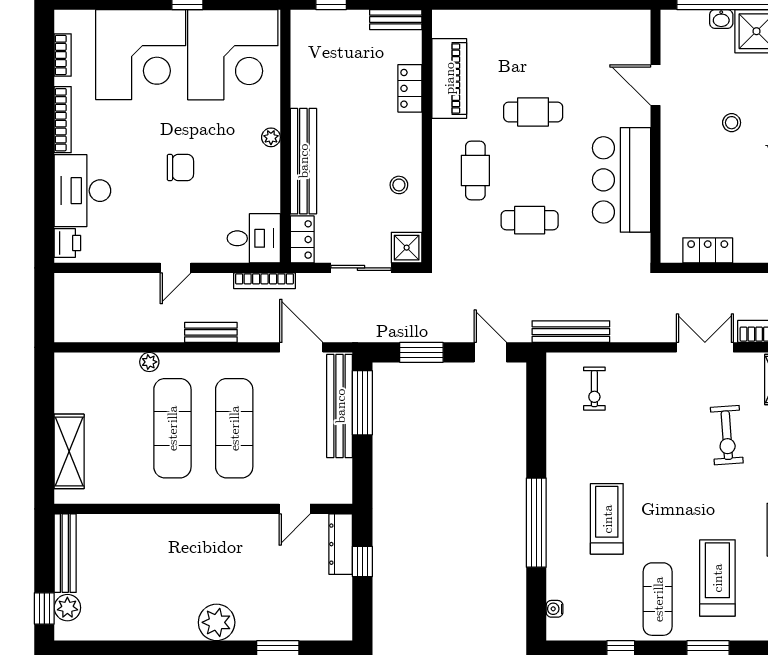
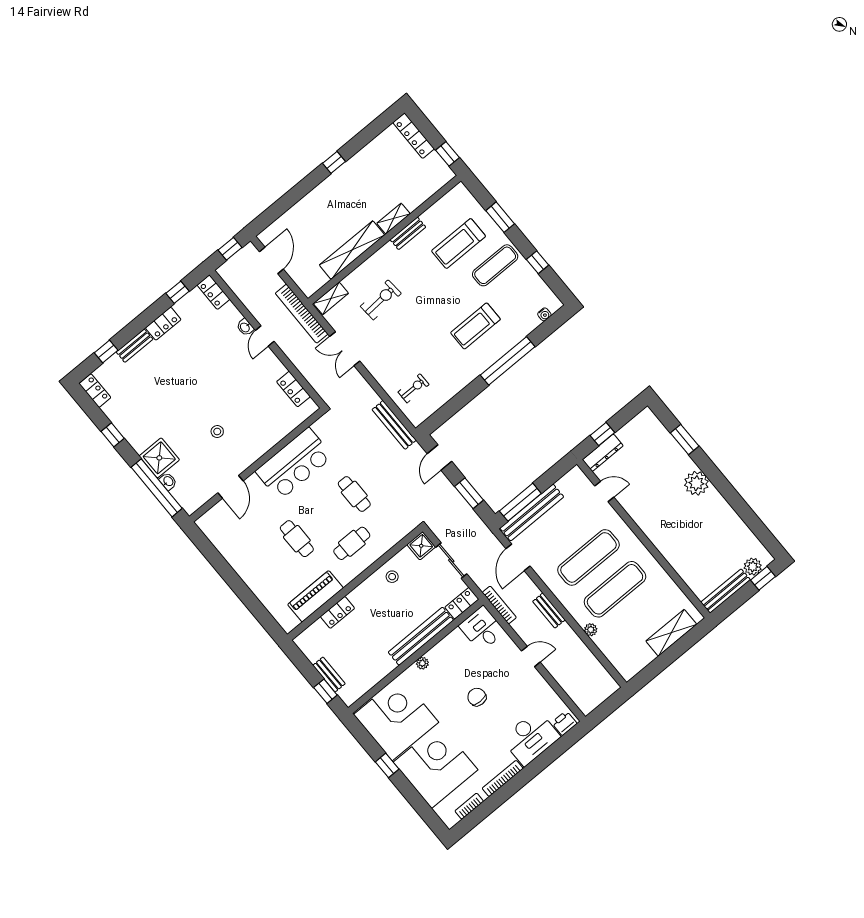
bench: (396, 20) -> (329, 675), moved

